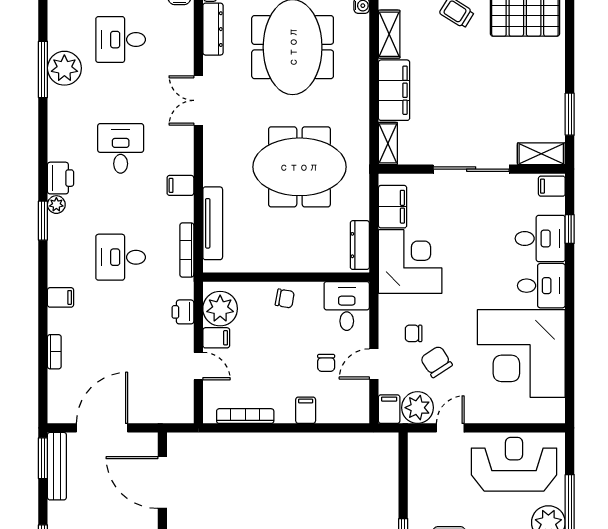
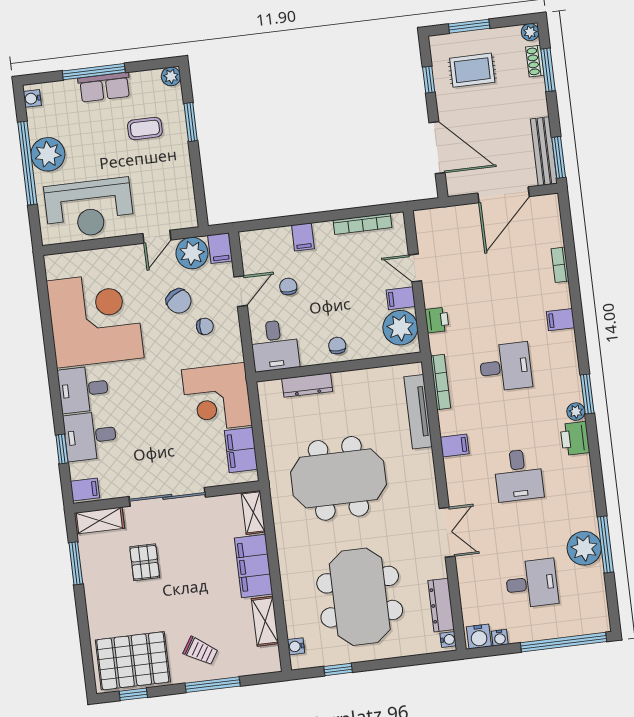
pallet: (501, 107) -> (145, 562), added
dresser: (360, 245) -> (307, 385), moved, turned 90
chair: (285, 298) -> (337, 346), turned 80

